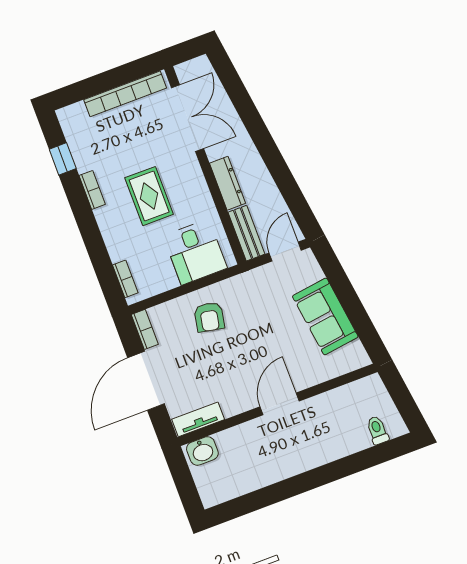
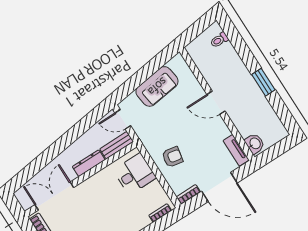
rug: (149, 196) -> (107, 209), removed
window: (296, 485) -> (263, 82), added

